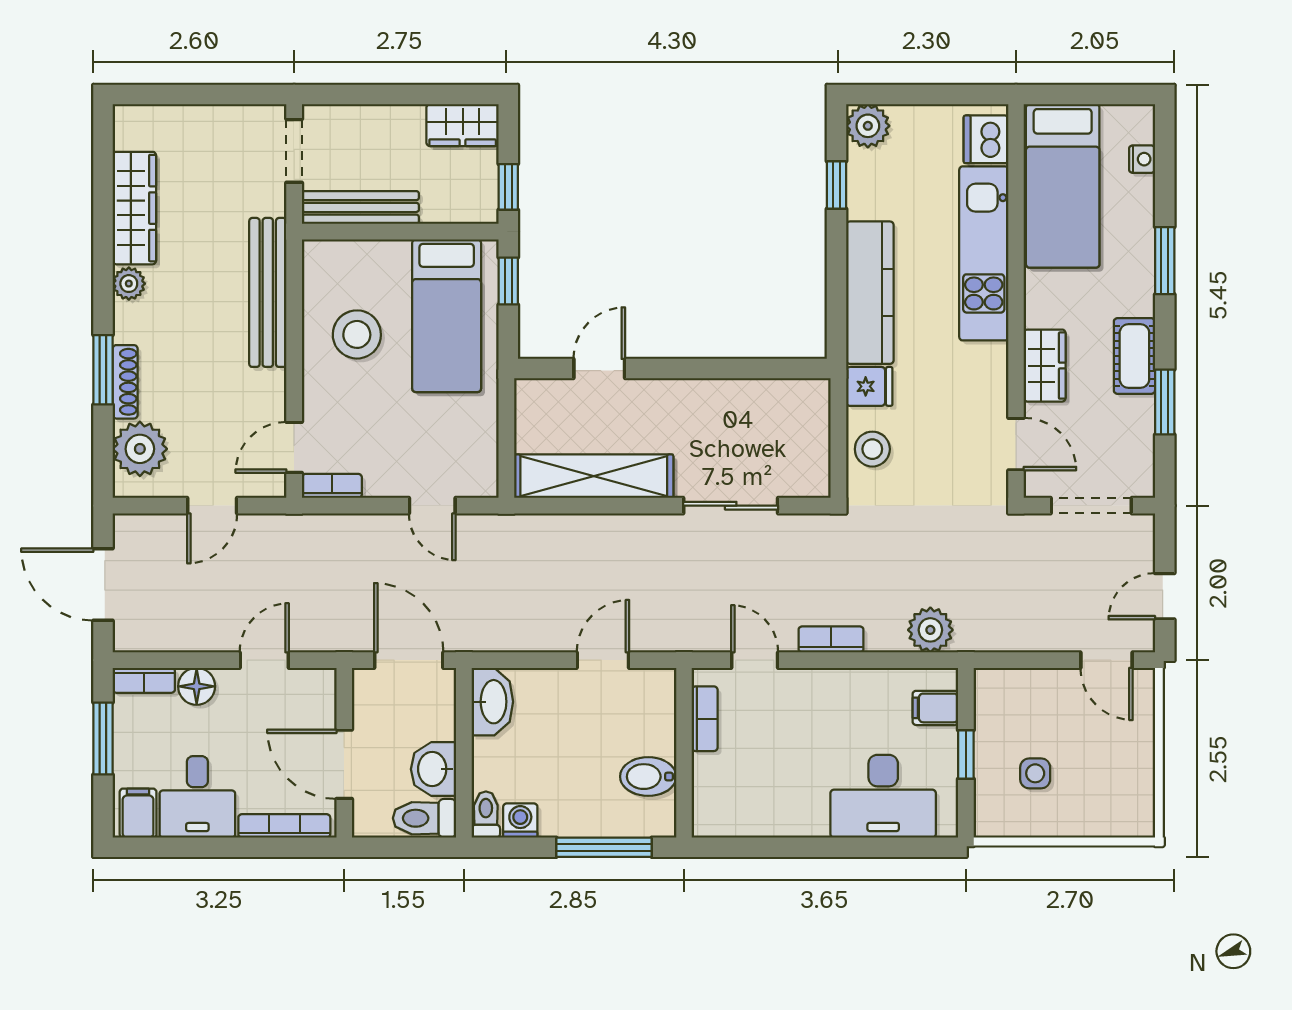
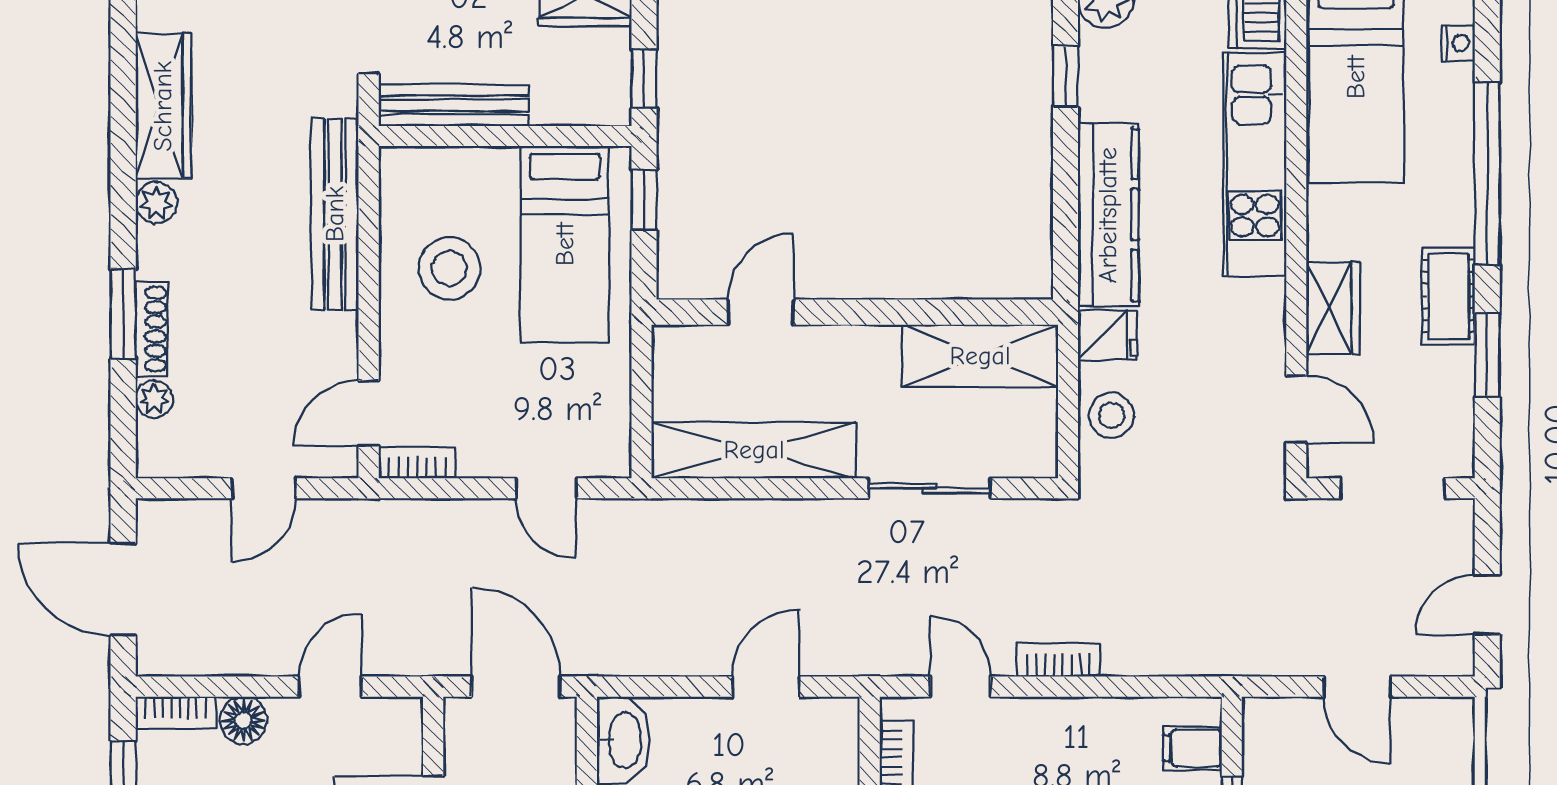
window: (1165, 261) -> (1487, 173), width x2.11
shelving: (770, 403) -> (980, 356), added
plant: (140, 449) -> (154, 399), width x0.53, depth x0.53
plant: (930, 630) -> (1186, 648), removed
door: (1107, 660) -> (1357, 687), moved

